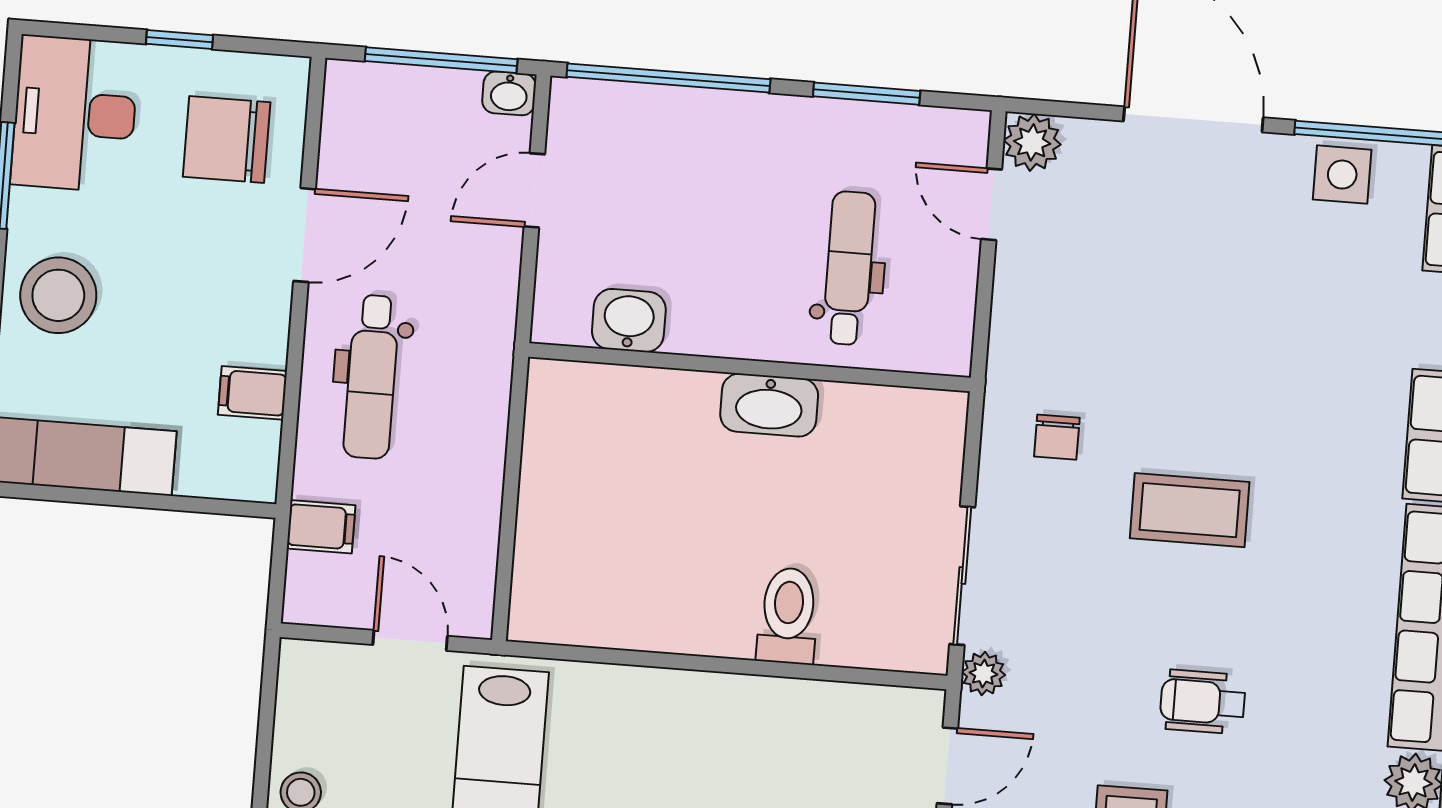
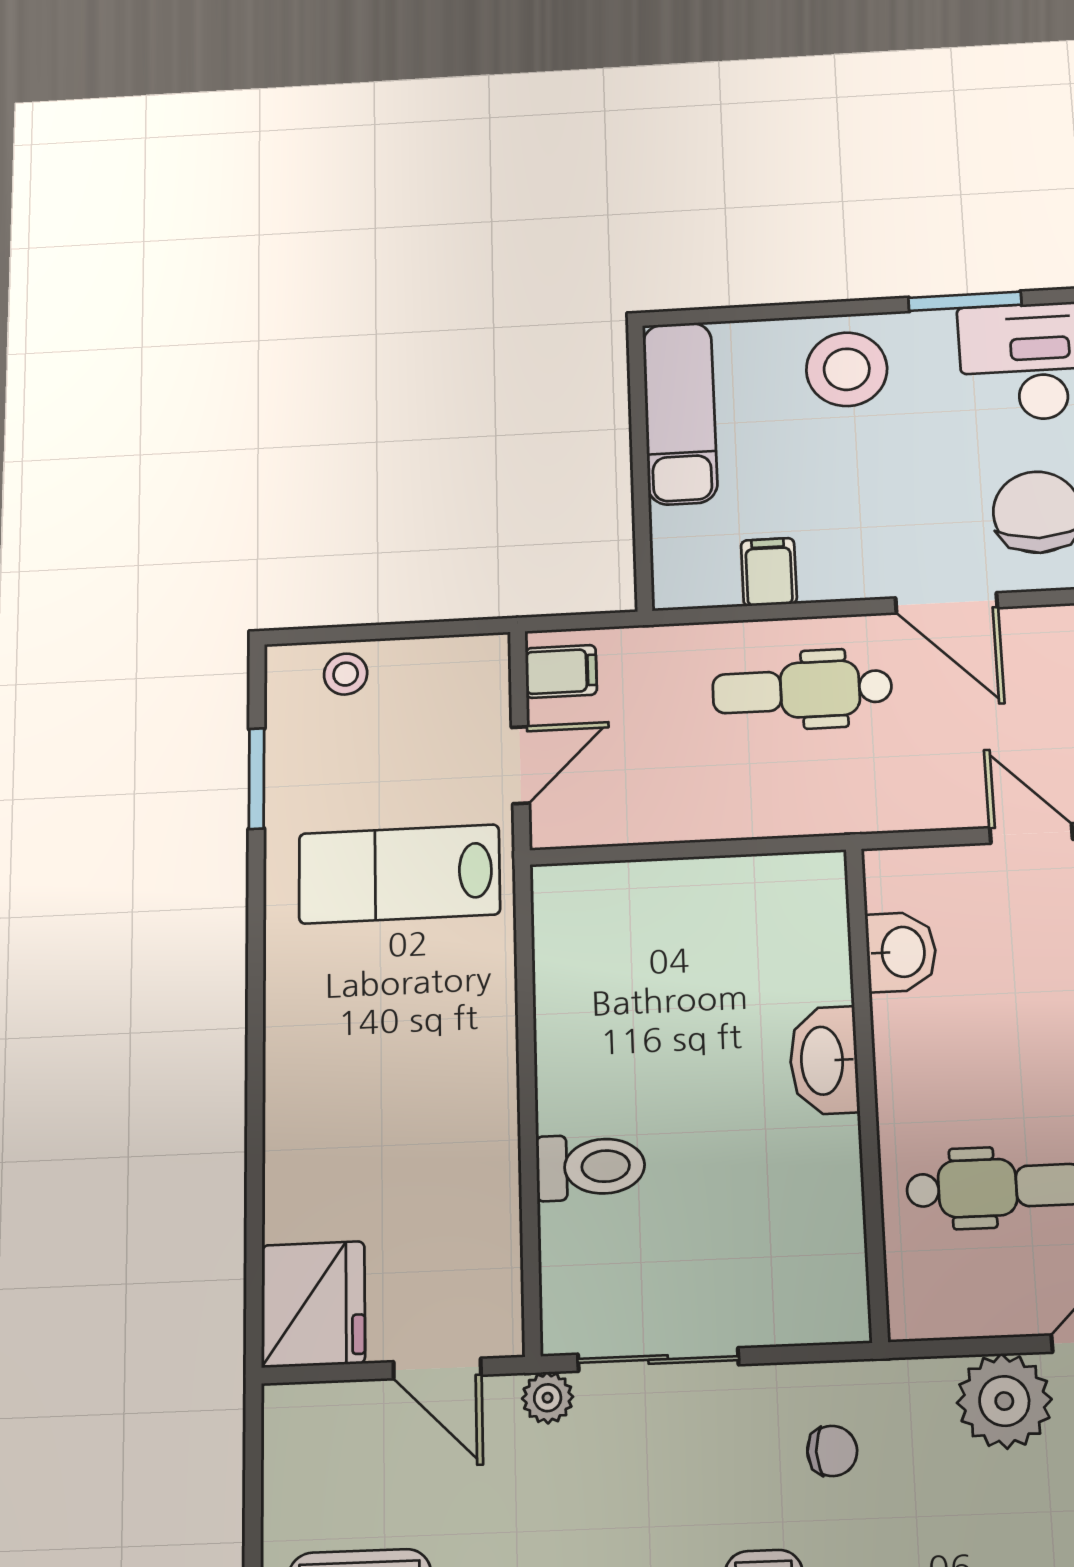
plant: (1032, 287) -> (1004, 1401), added
washbasin: (769, 405) -> (824, 1061), moved
chair: (1057, 437) -> (832, 1451), turned 180
filing cabinet: (321, 527) -> (561, 671), moved, turned -90

